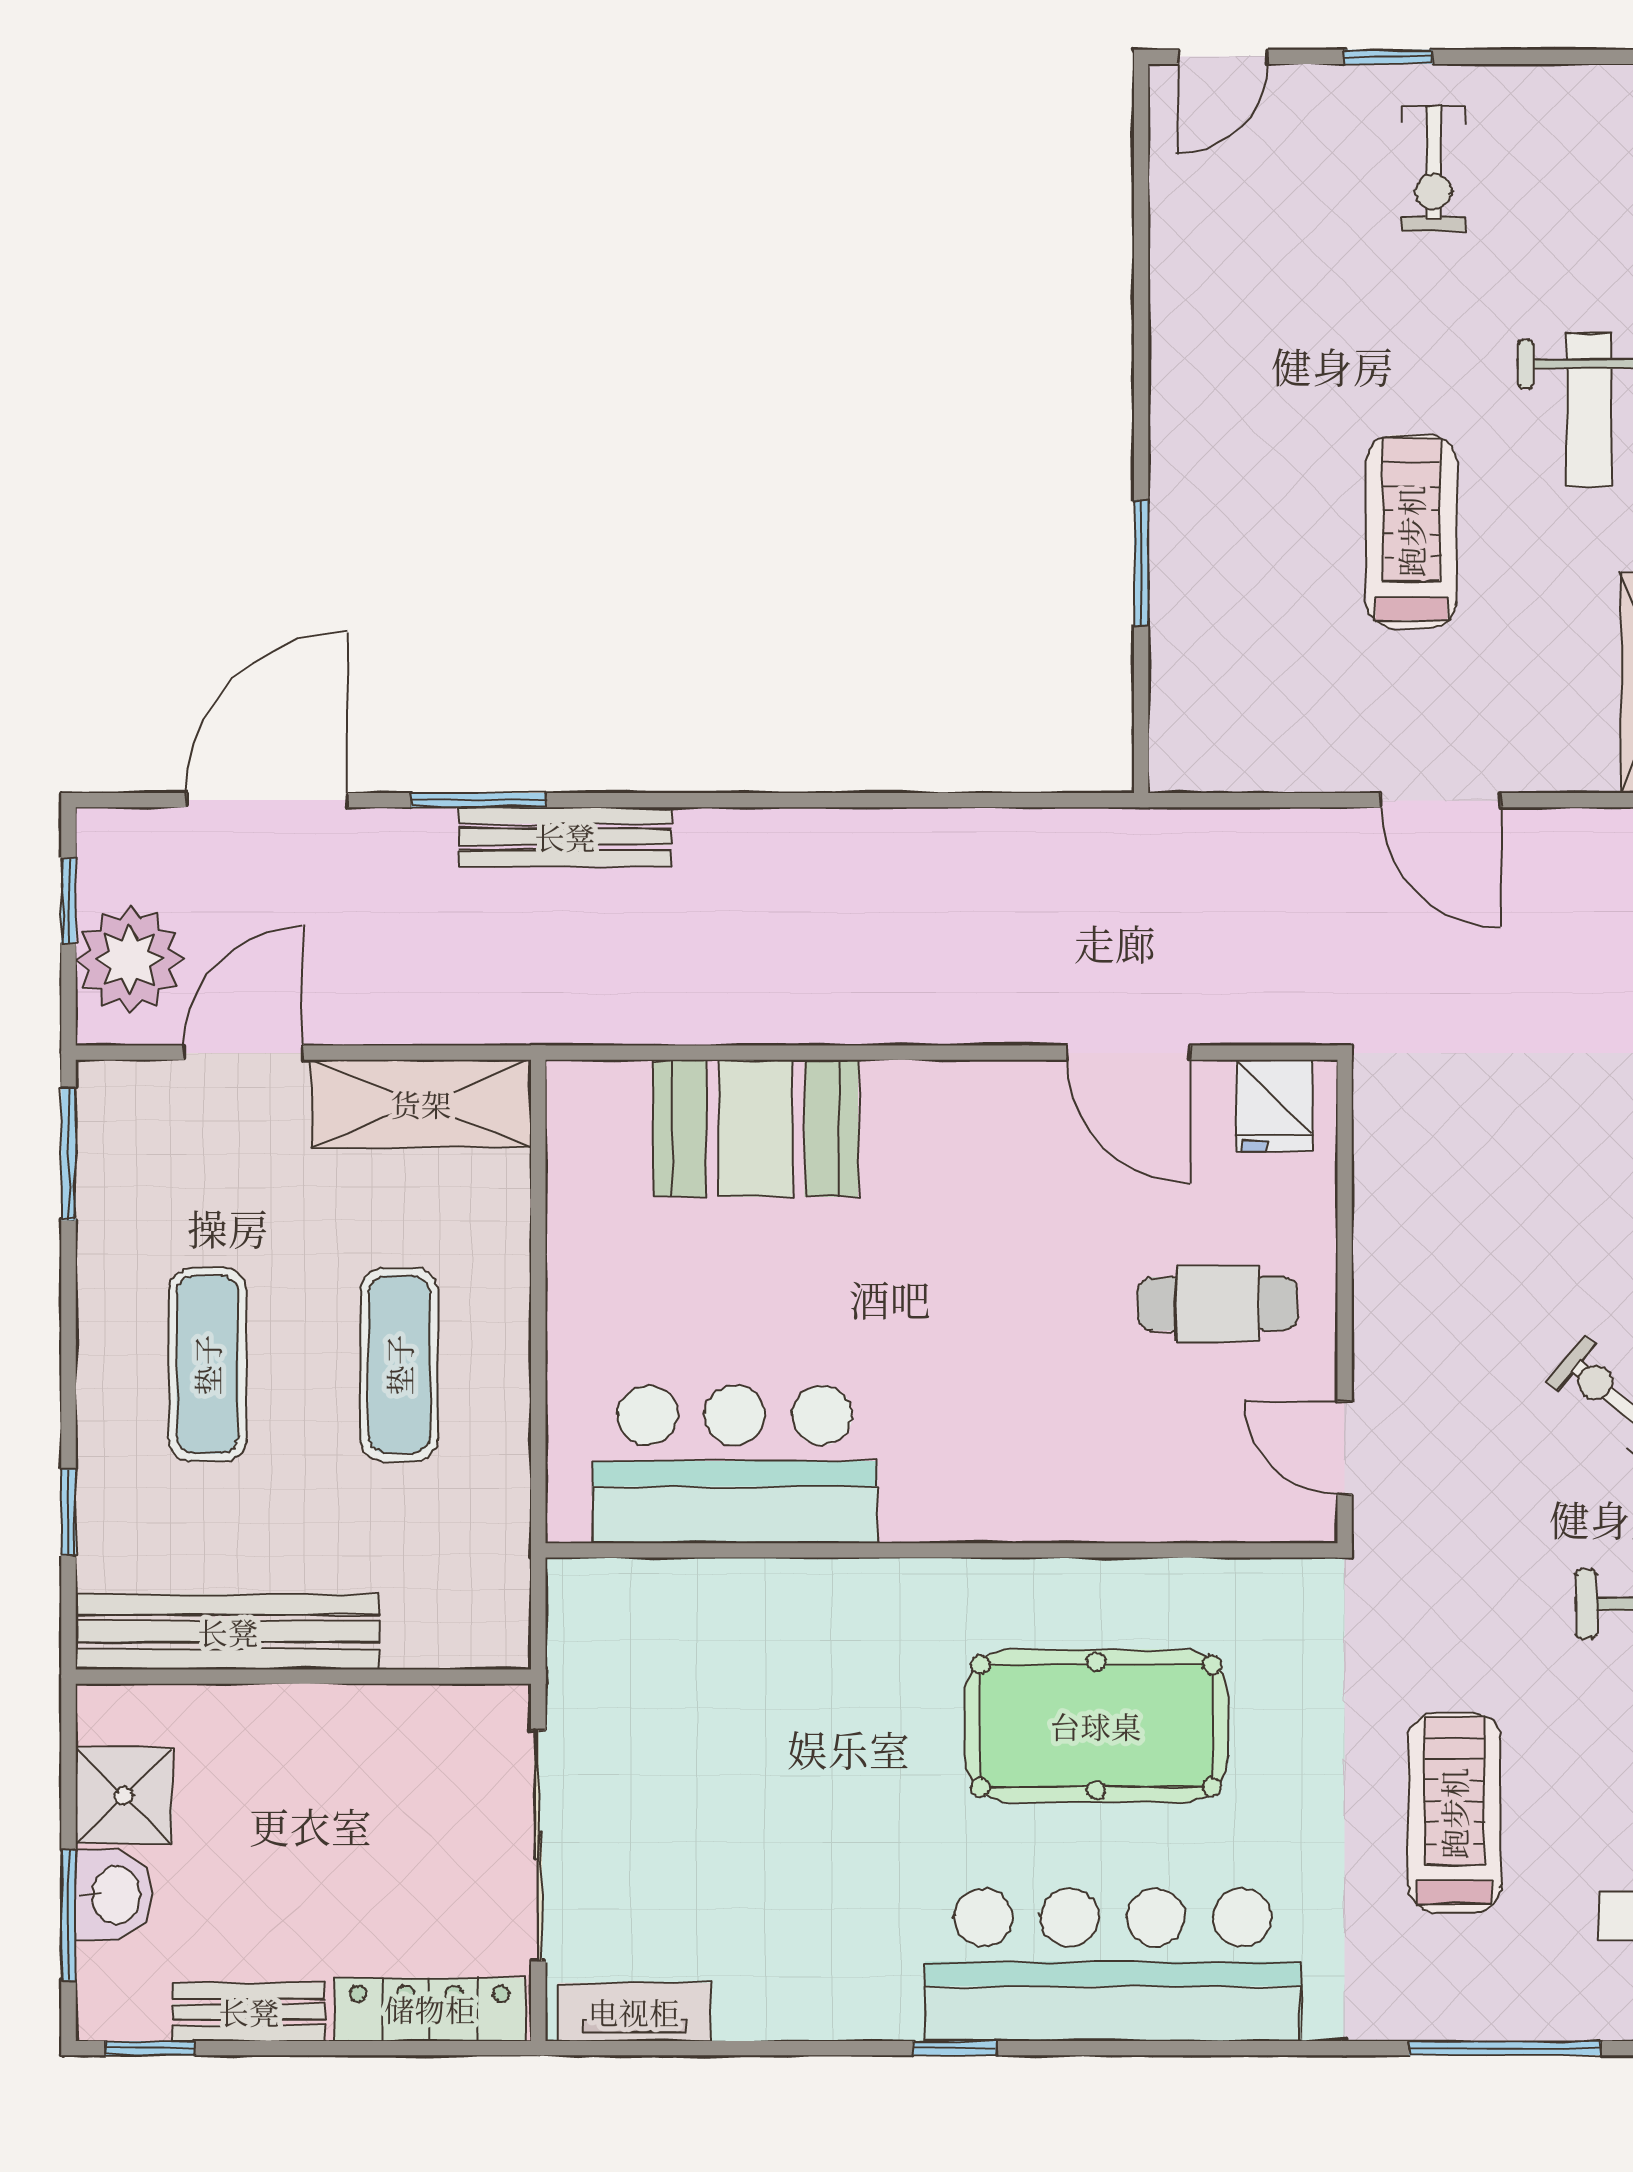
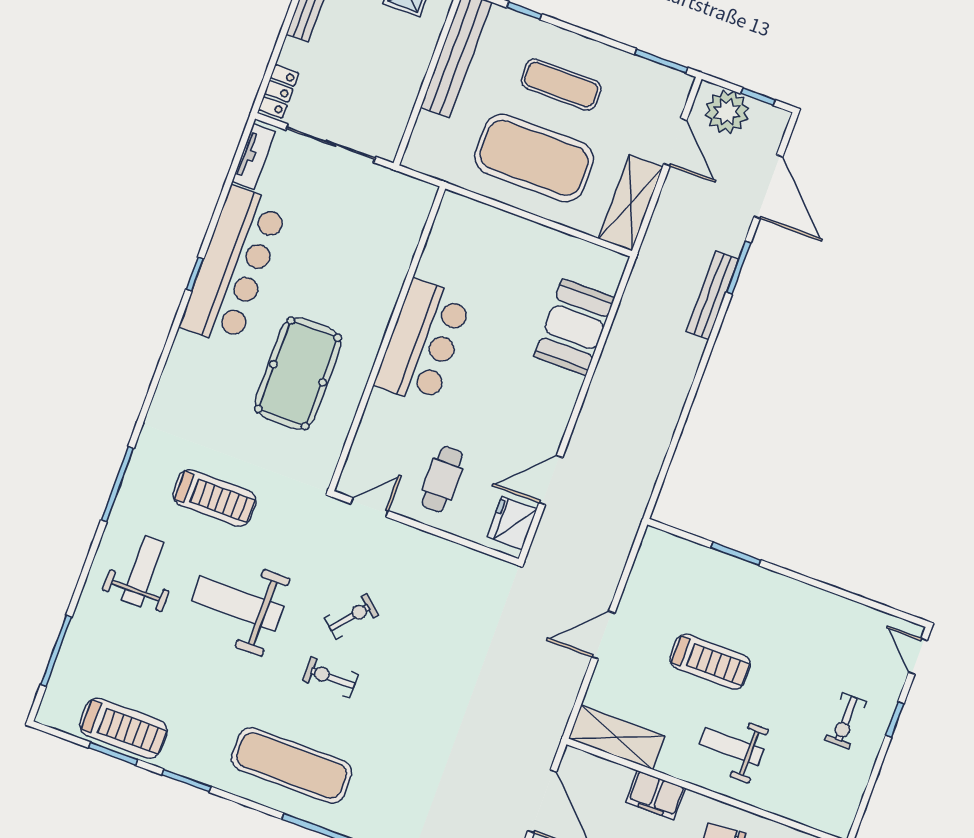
exercise bike: (1433, 169) -> (846, 721), turned -90
fridge: (1274, 1105) -> (512, 523), width x1.38
exercise mat: (399, 1365) -> (534, 158), width x2.00, depth x1.45
bar counter: (735, 1464) -> (423, 342), moved
bar counter: (1113, 1965) -> (234, 266), moved
locker: (430, 2009) -> (279, 91), width x0.66

